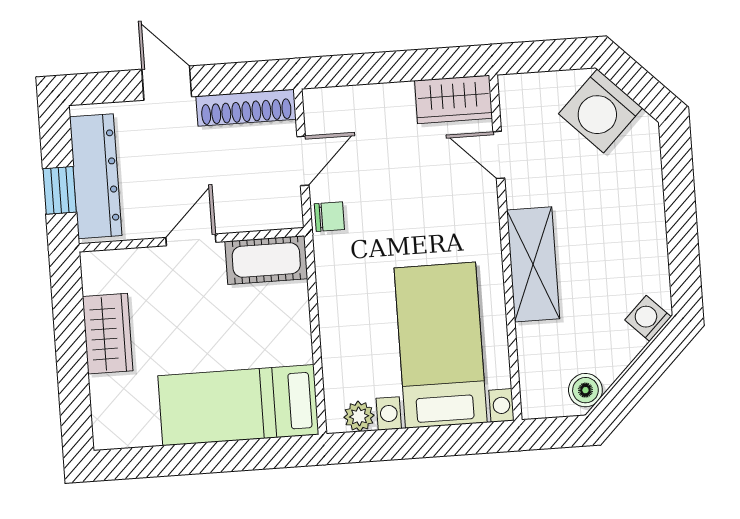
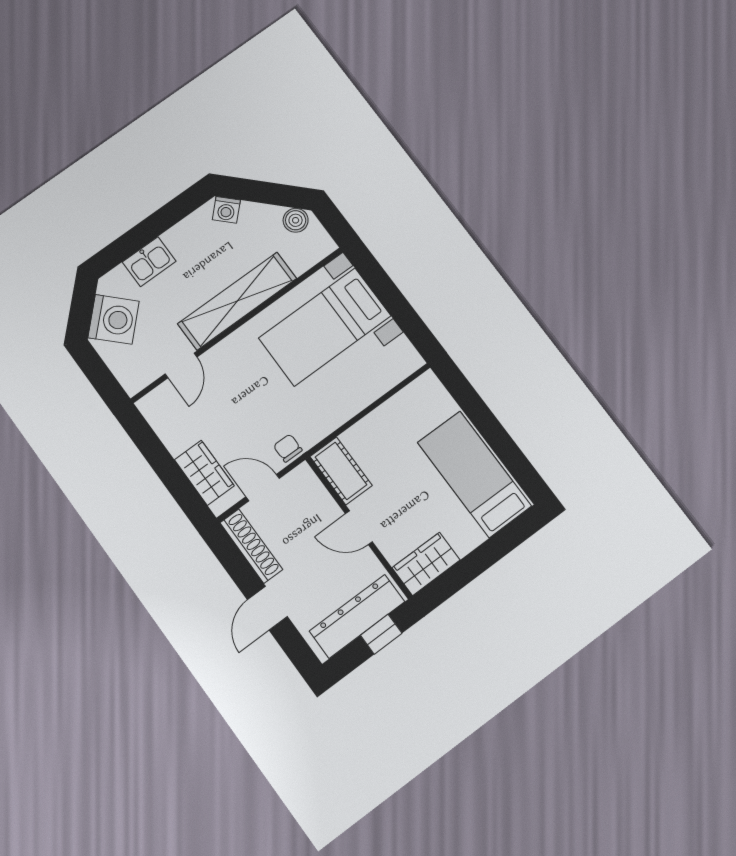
wardrobe: (454, 99) -> (204, 473), moved
kitchen sink: (642, 193) -> (149, 262), added
shelving: (533, 264) -> (237, 301), width x1.47
wardrobe: (108, 334) -> (426, 564), moved
bed: (238, 405) -> (474, 474), moved, turned 180
plant: (359, 416) -> (402, 350), removed

